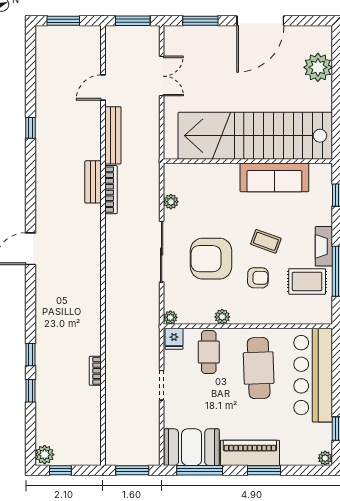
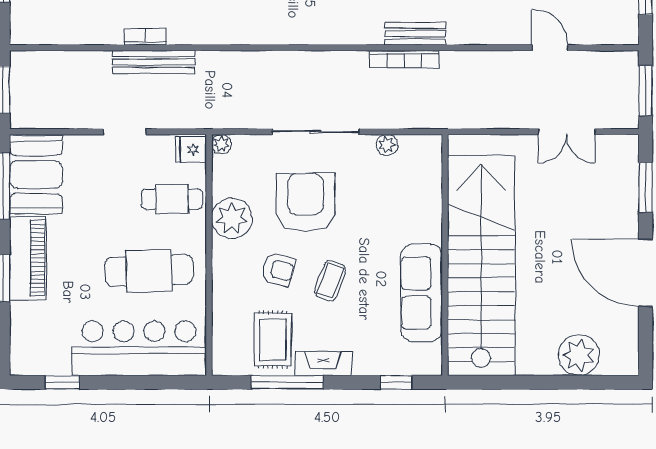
bench: (113, 135) -> (154, 62), moved
armchair: (258, 278) -> (278, 269), turned -76
plant: (222, 317) -> (232, 218), width x1.88, depth x1.88
plant: (325, 458) -> (20, 365), removed

